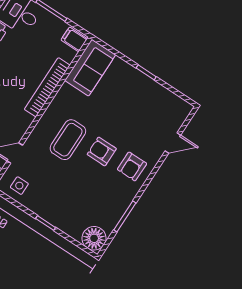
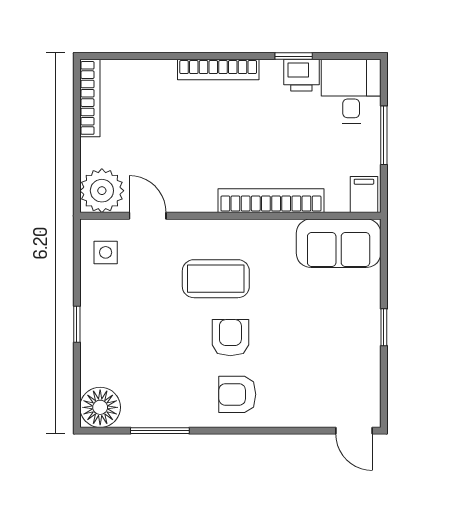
door: (173, 143) -> (354, 431), moved

